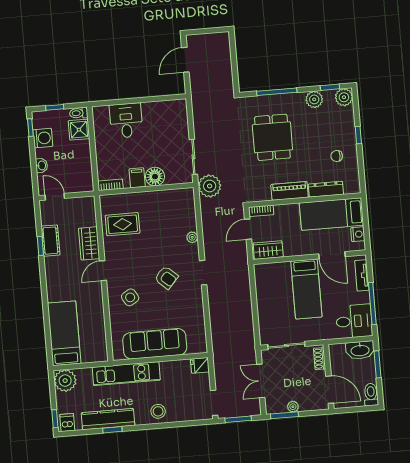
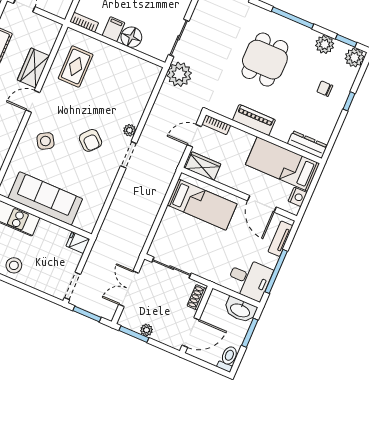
chair: (337, 156) -> (325, 89), moved
dresser: (326, 189) -> (307, 145), moved
rug: (123, 224) -> (76, 67), turned 90
plant: (192, 237) -> (130, 130), moved
bed: (306, 289) -> (202, 205), moved, turned -90
door: (330, 390) -> (191, 332), hinge flipped

